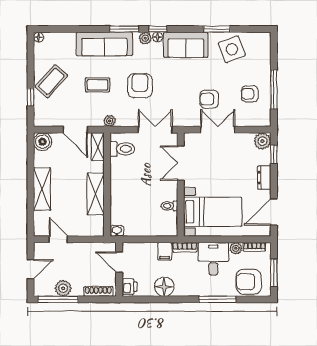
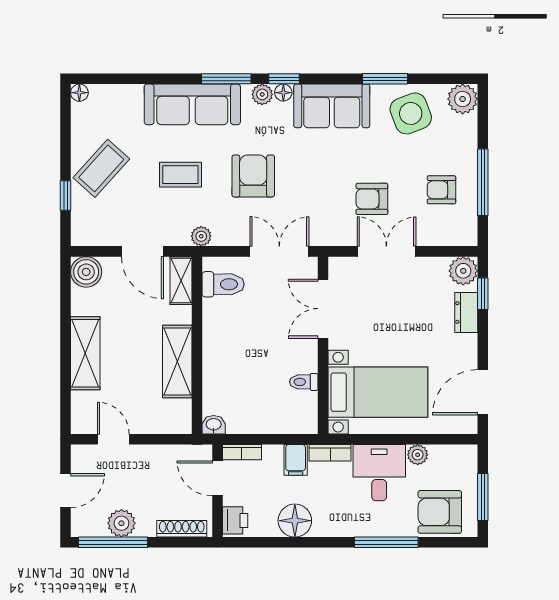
plant: (262, 41) -> (463, 99), added
dresser: (264, 177) -> (466, 313), moved
bookcase: (254, 247) -> (242, 452), moved

